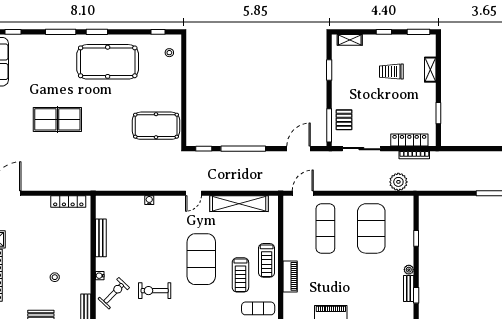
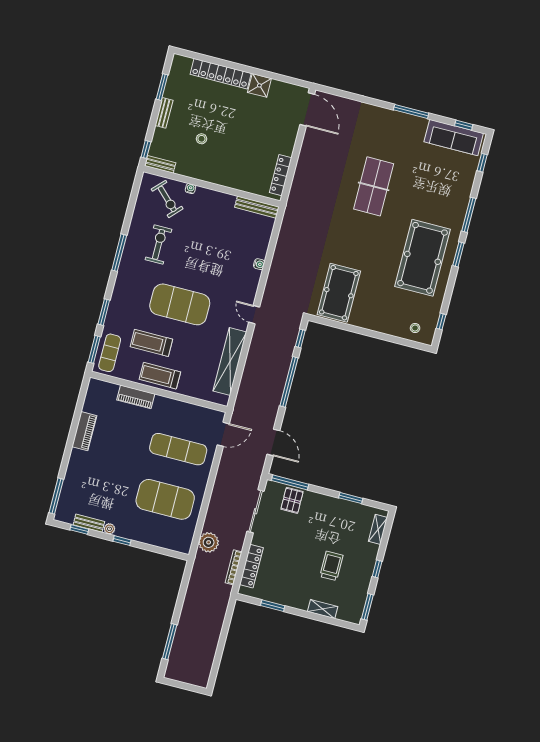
pallet: (344, 120) -> (292, 500), turned 90
door: (303, 193) -> (223, 434), hinge flipped
bench: (101, 238) -> (257, 207), moved
window: (416, 238) -> (122, 541), moved

